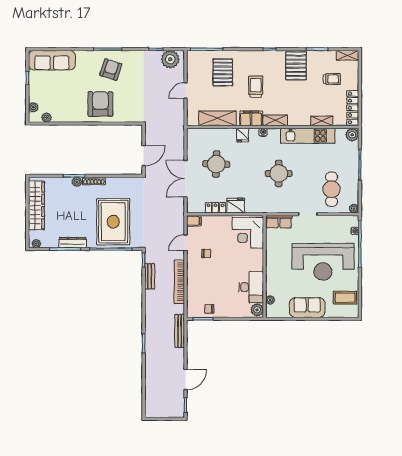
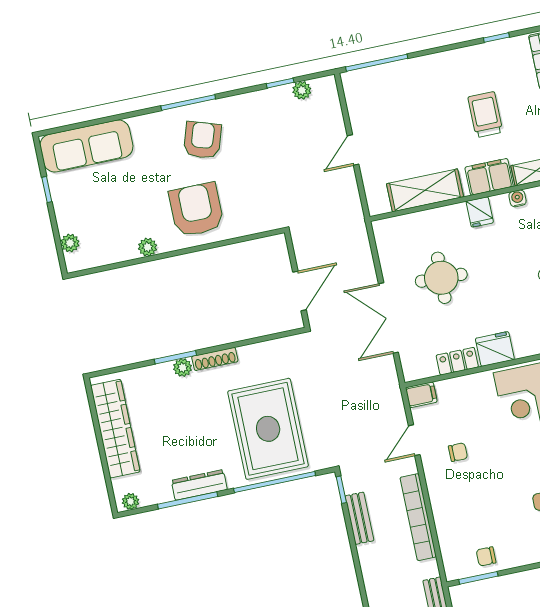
plant: (170, 59) -> (302, 90), width x0.53, depth x0.53
pallet: (223, 72) -> (417, 101), removed
plant: (47, 118) -> (148, 247), moved

